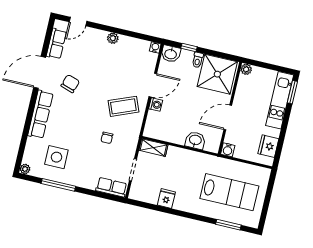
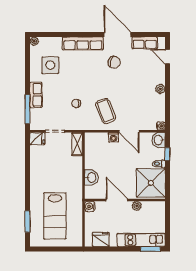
plant: (246, 69) -> (137, 206), moved
window: (58, 185) -> (28, 109), moved
row of seats: (111, 187) -> (36, 95), moved
fridge: (166, 198) -> (37, 139), moved

